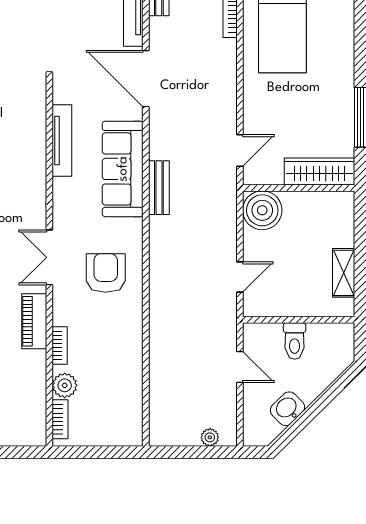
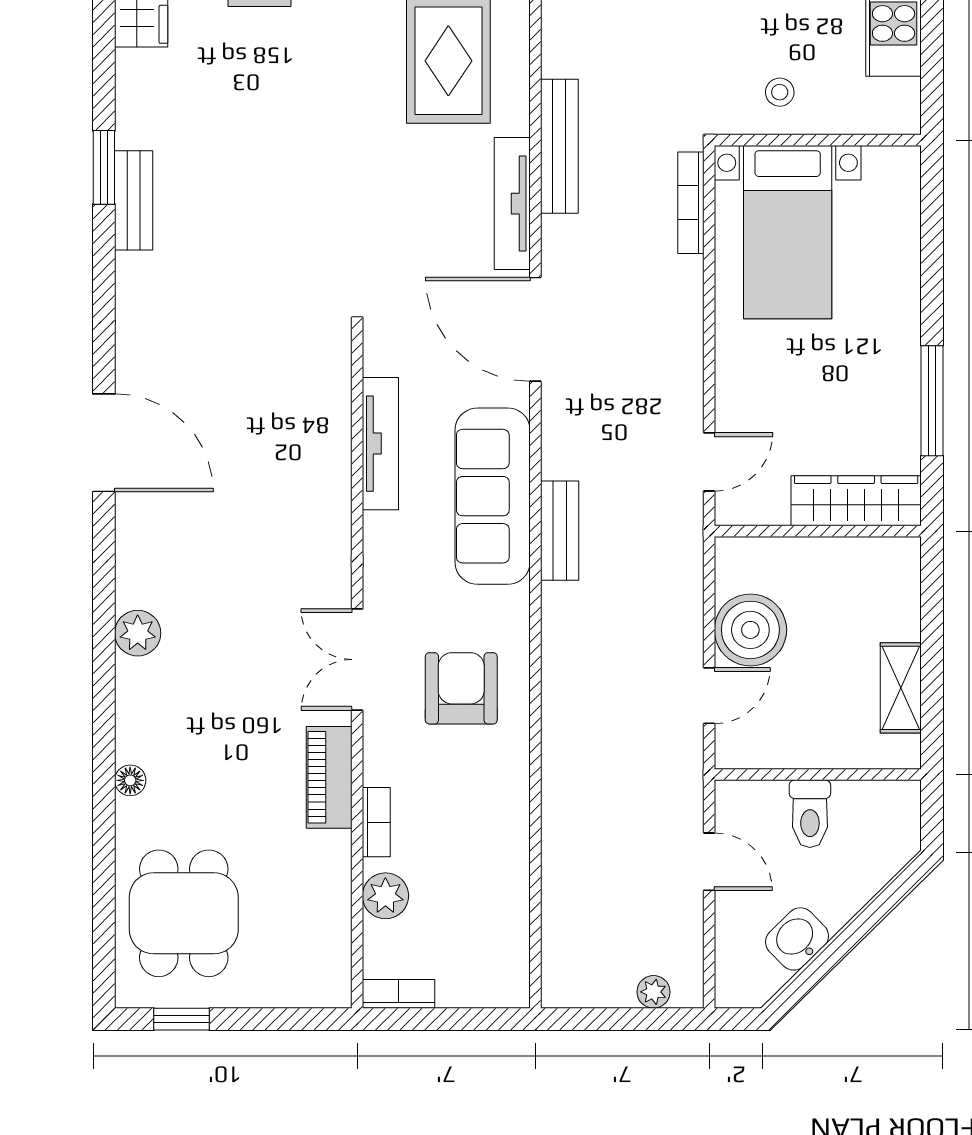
boiler: (262, 210) -> (750, 630), moved
bookcase: (60, 419) -> (398, 994), moved, turned -90

